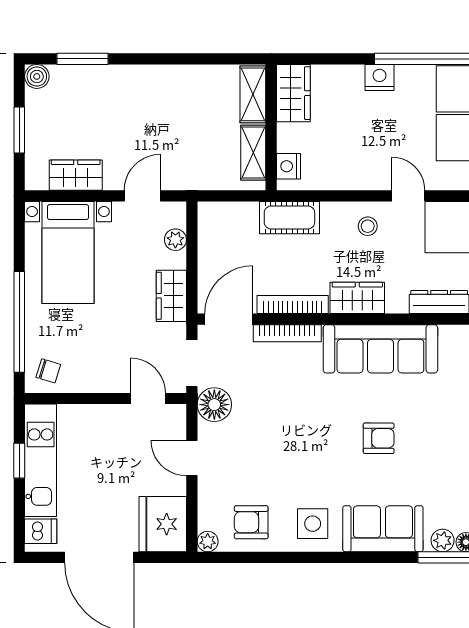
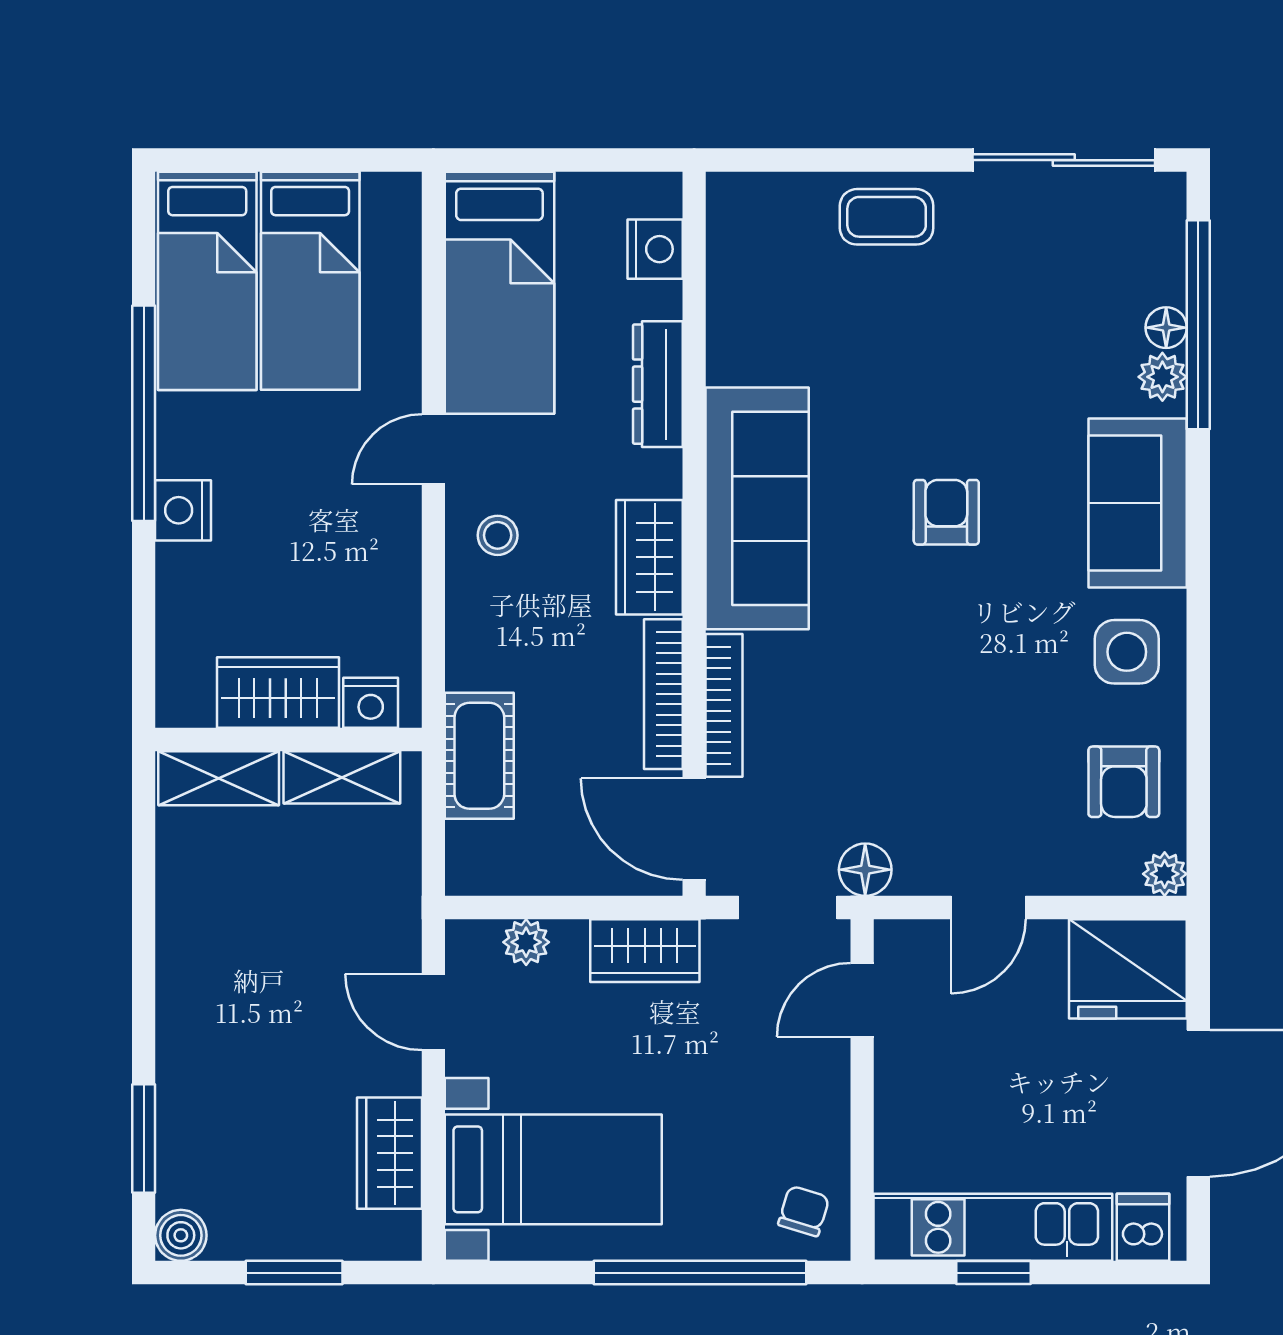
wardrobe: (293, 93) -> (278, 693), moved
cot: (289, 218) -> (479, 756), moved
floor lamp: (214, 405) -> (865, 870), width x0.73, depth x0.73

